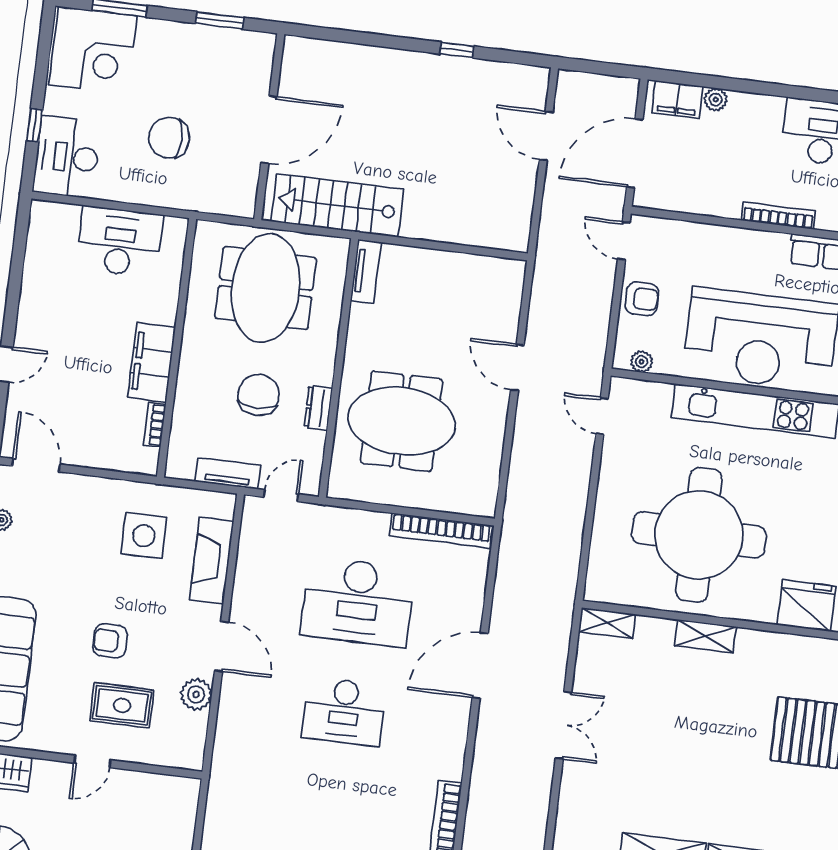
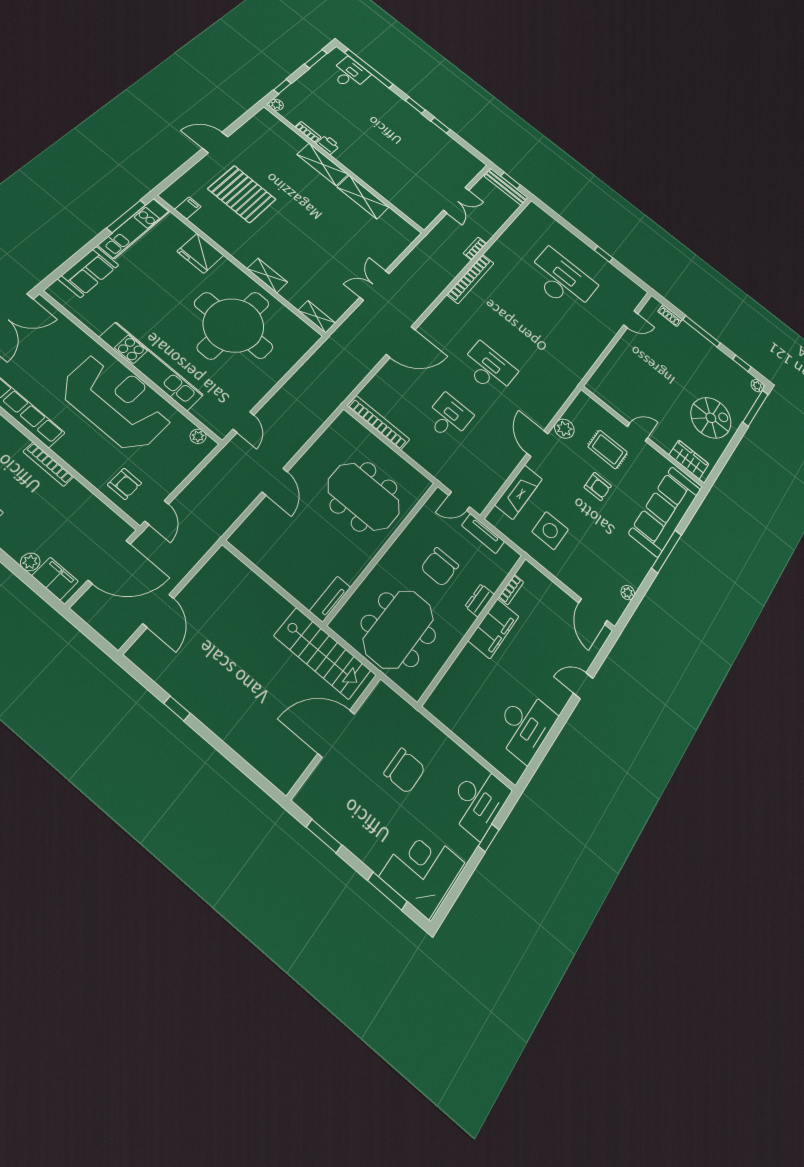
desk: (120, 242) -> (525, 726), moved, turned -90
armchair: (642, 299) -> (125, 484), moved, turned 180
dresser: (318, 408) -> (480, 600), moved, turned 180
desk: (358, 602) -> (449, 417), width x0.53, depth x0.77

